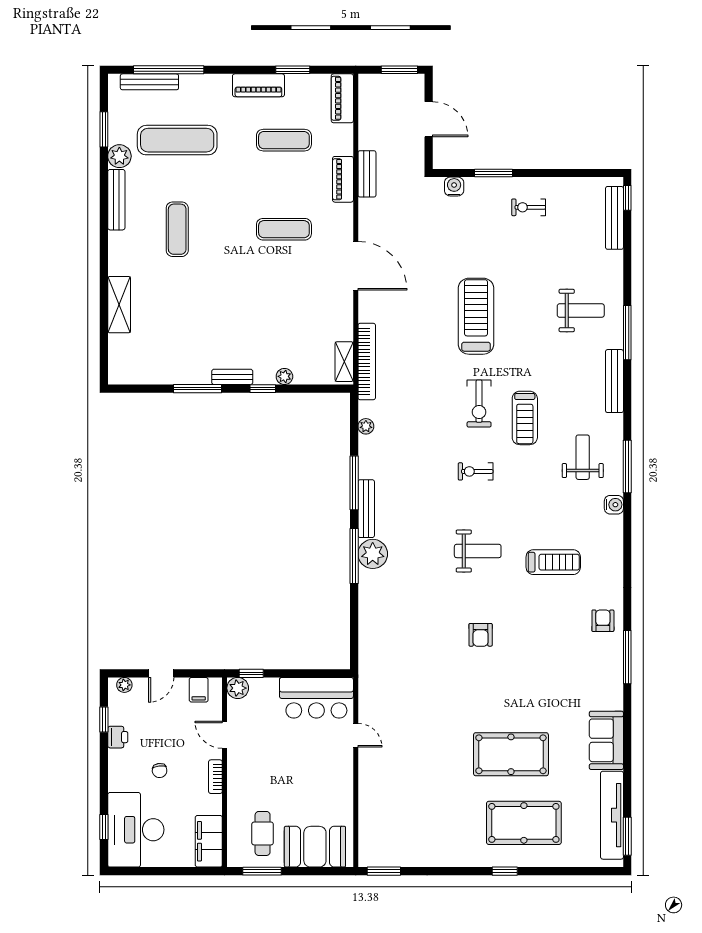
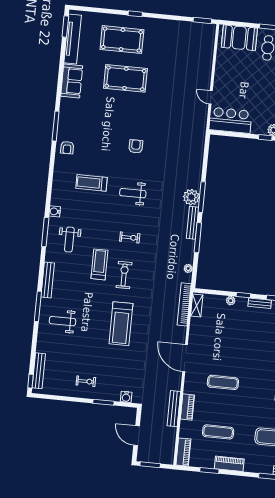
bench: (367, 174) -> (174, 409), width x1.36

